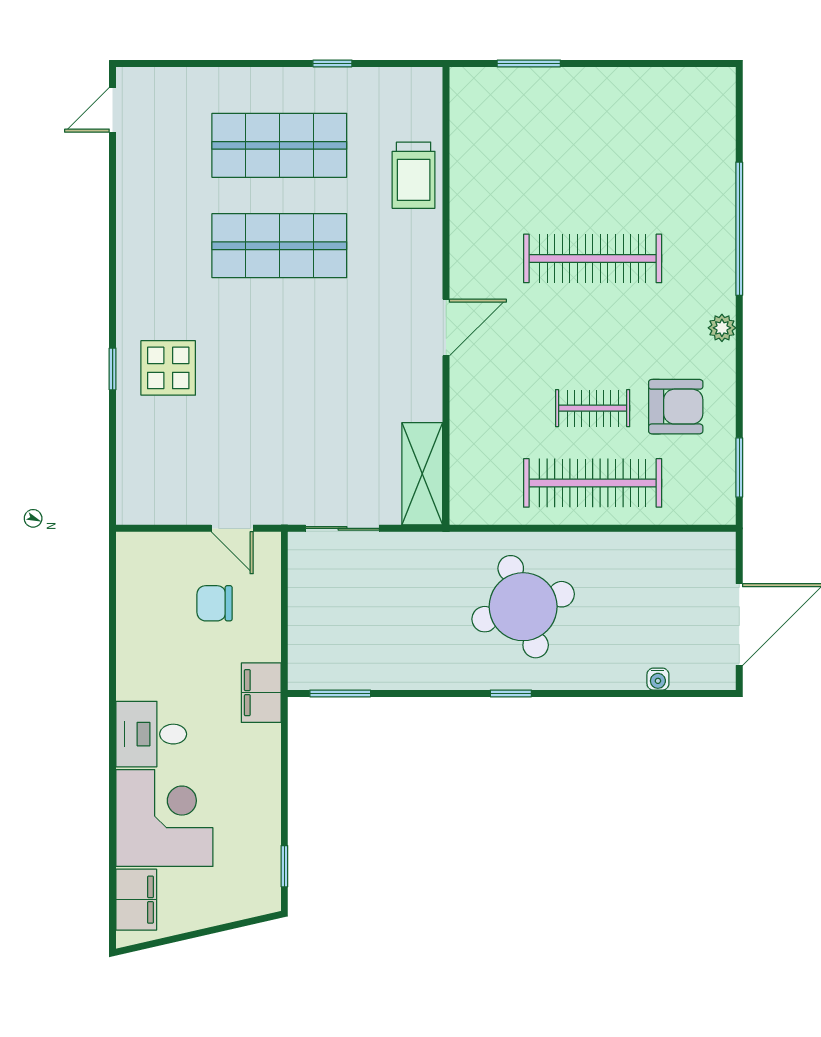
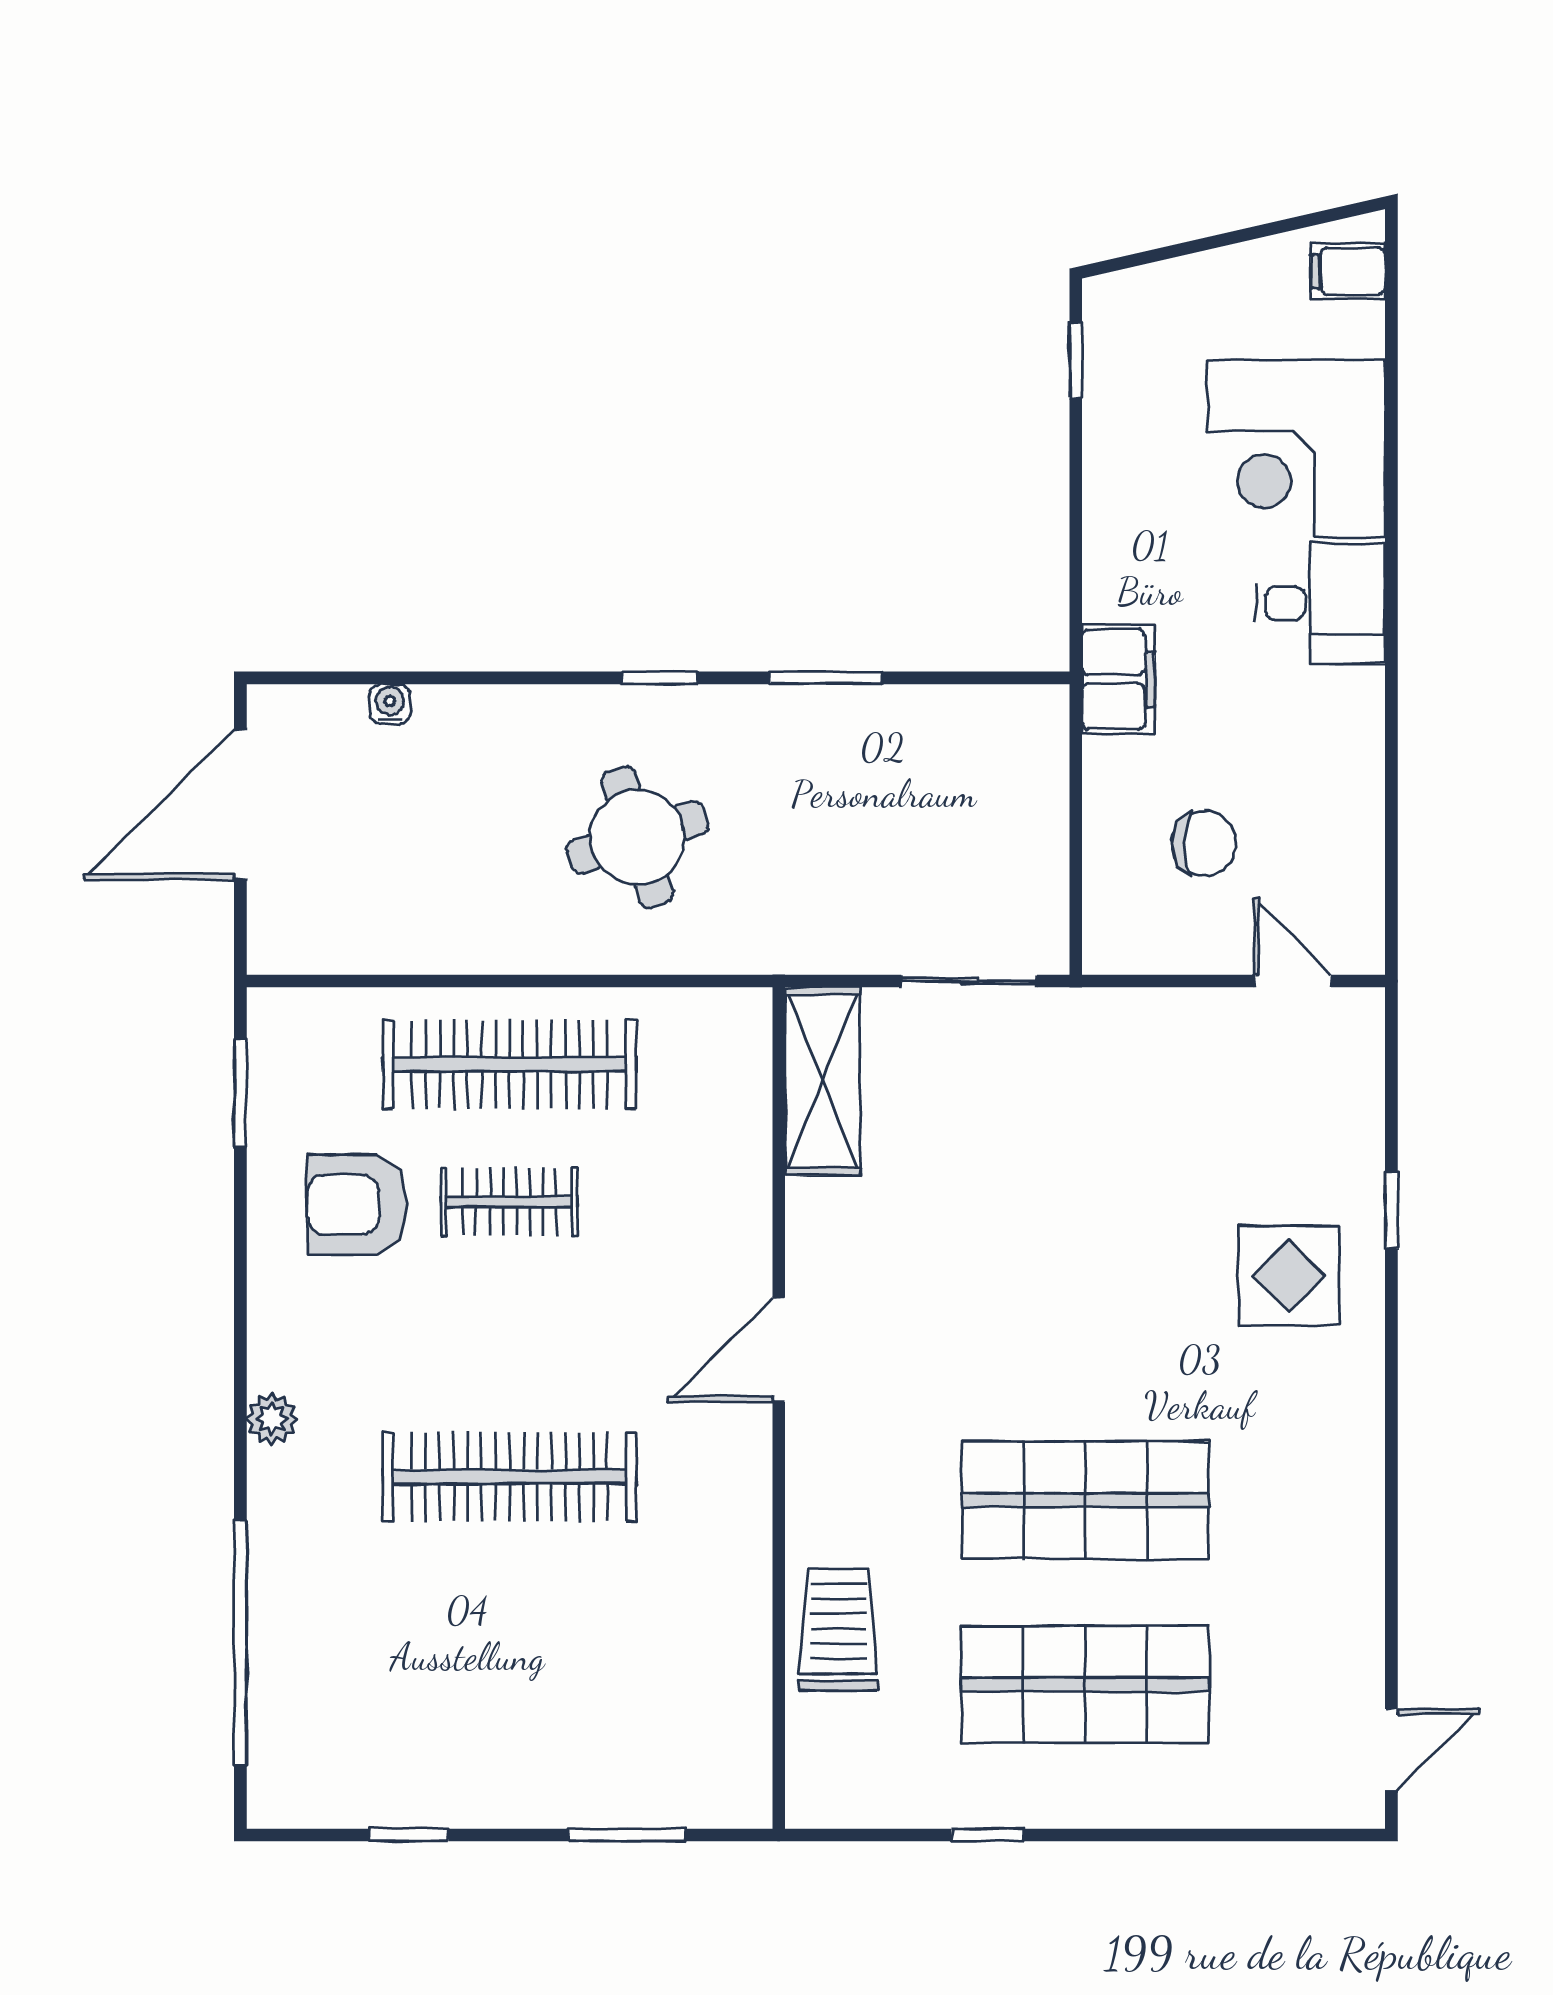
window: (647, 63) -> (409, 1835), added
window: (739, 229) -> (240, 1643), moved
plant: (722, 328) -> (272, 1419), moved
window: (113, 369) -> (1391, 1210), moved
door: (232, 528) -> (1293, 981), moved
round table: (523, 607) -> (637, 837), width x0.73, depth x0.73
window: (340, 693) -> (826, 678), moved
filing cabinet: (136, 900) -> (1348, 271), width x0.50

